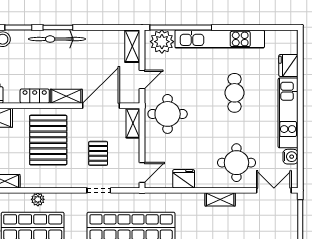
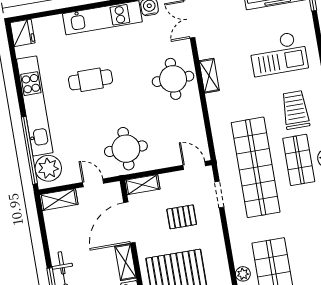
fridge: (288, 66) -> (23, 33), moved, turned -90
door: (101, 106) -> (129, 223), hinge flipped
round table: (236, 163) -> (173, 79), moved
fridge: (184, 179) -> (193, 119), removed
doorway: (99, 190) -> (219, 195), moved

